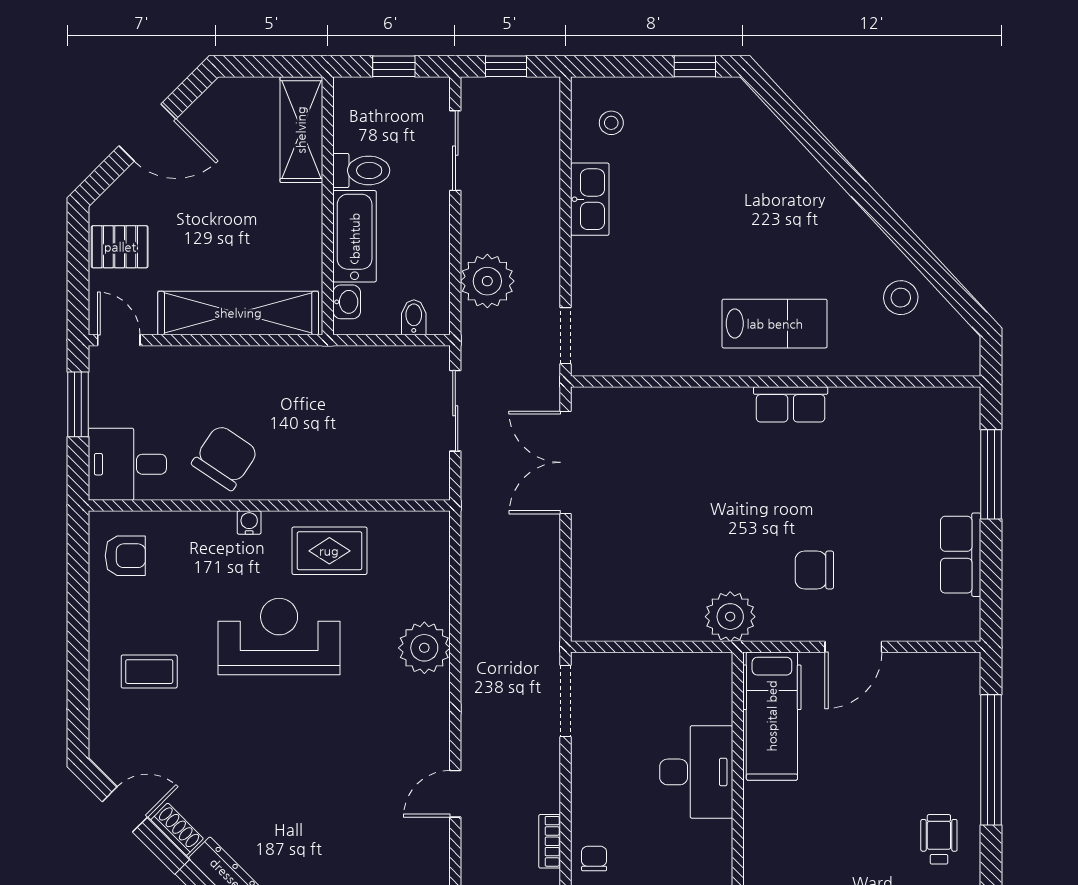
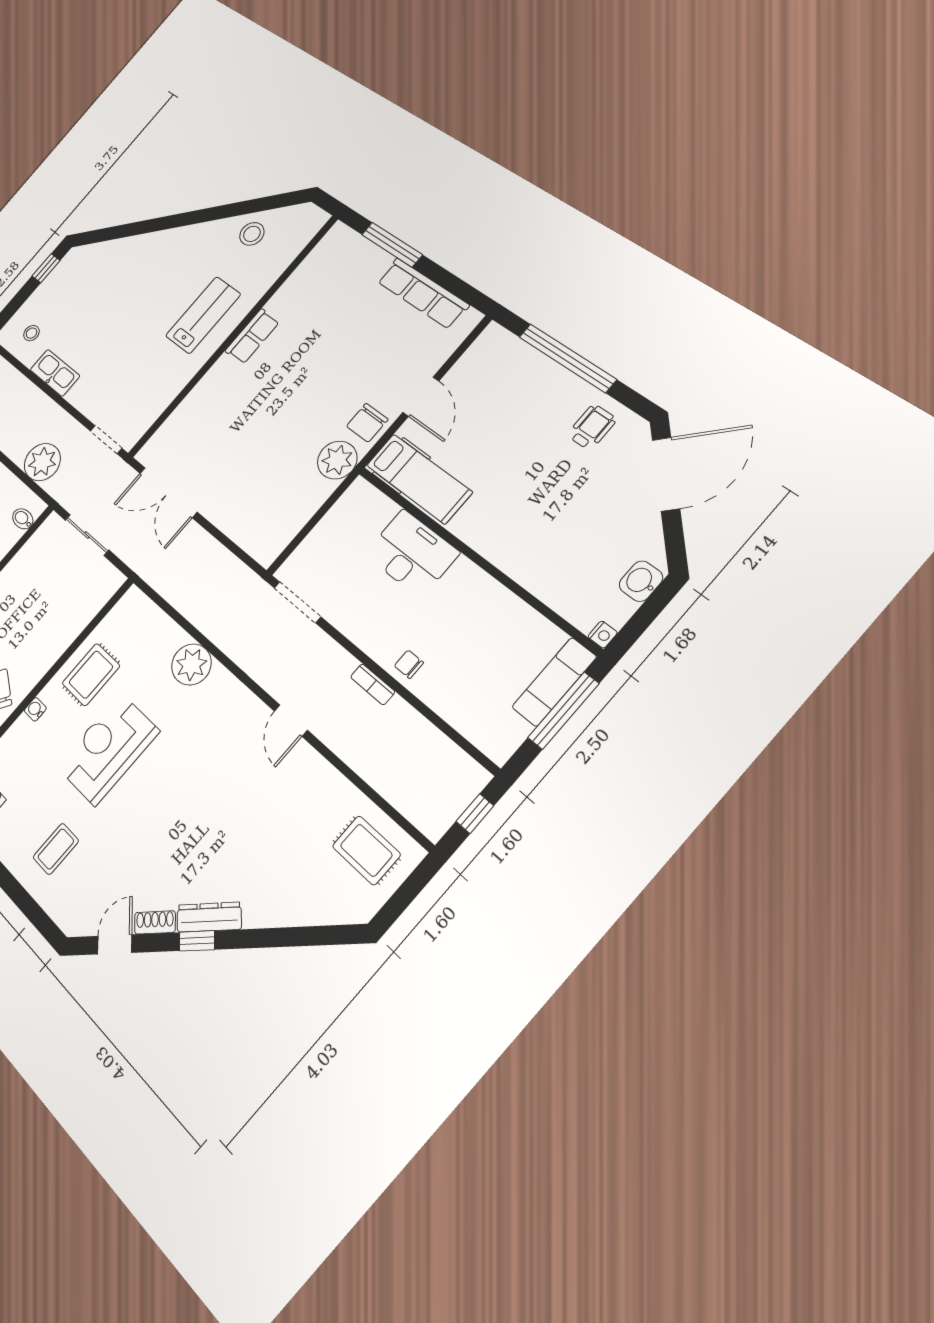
row of seats: (961, 555) -> (423, 293), width x1.48
chair: (814, 570) -> (367, 423), moved
wheelchair: (939, 839) -> (592, 427), turned 90

